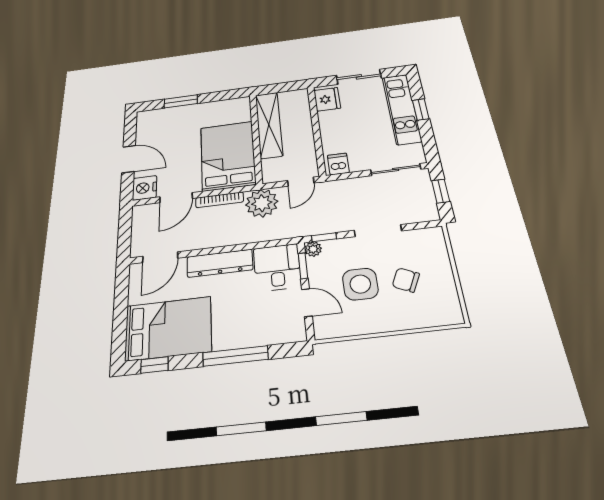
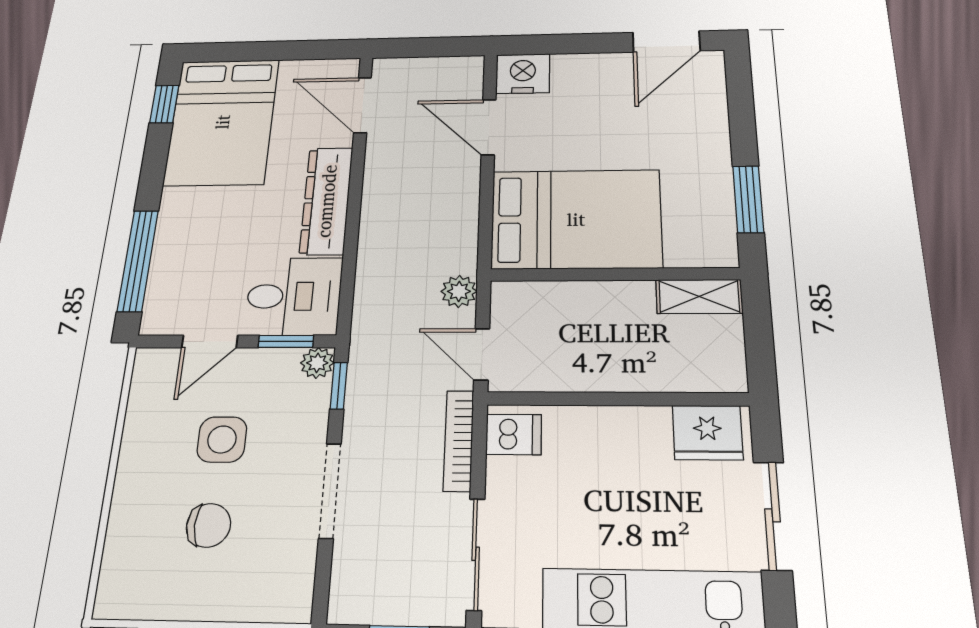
window: (181, 101) -> (748, 199), moved
shelving: (269, 125) -> (699, 296), width x0.45, depth x0.75
door: (129, 159) -> (666, 42), moved
bookcase: (220, 200) -> (459, 440), moved
plant: (262, 203) -> (459, 291), width x0.53, depth x0.53
chair: (406, 280) -> (208, 525), turned 65
side table: (360, 284) -> (222, 439), width x0.73, depth x0.73
window: (235, 356) -> (138, 260), moved

